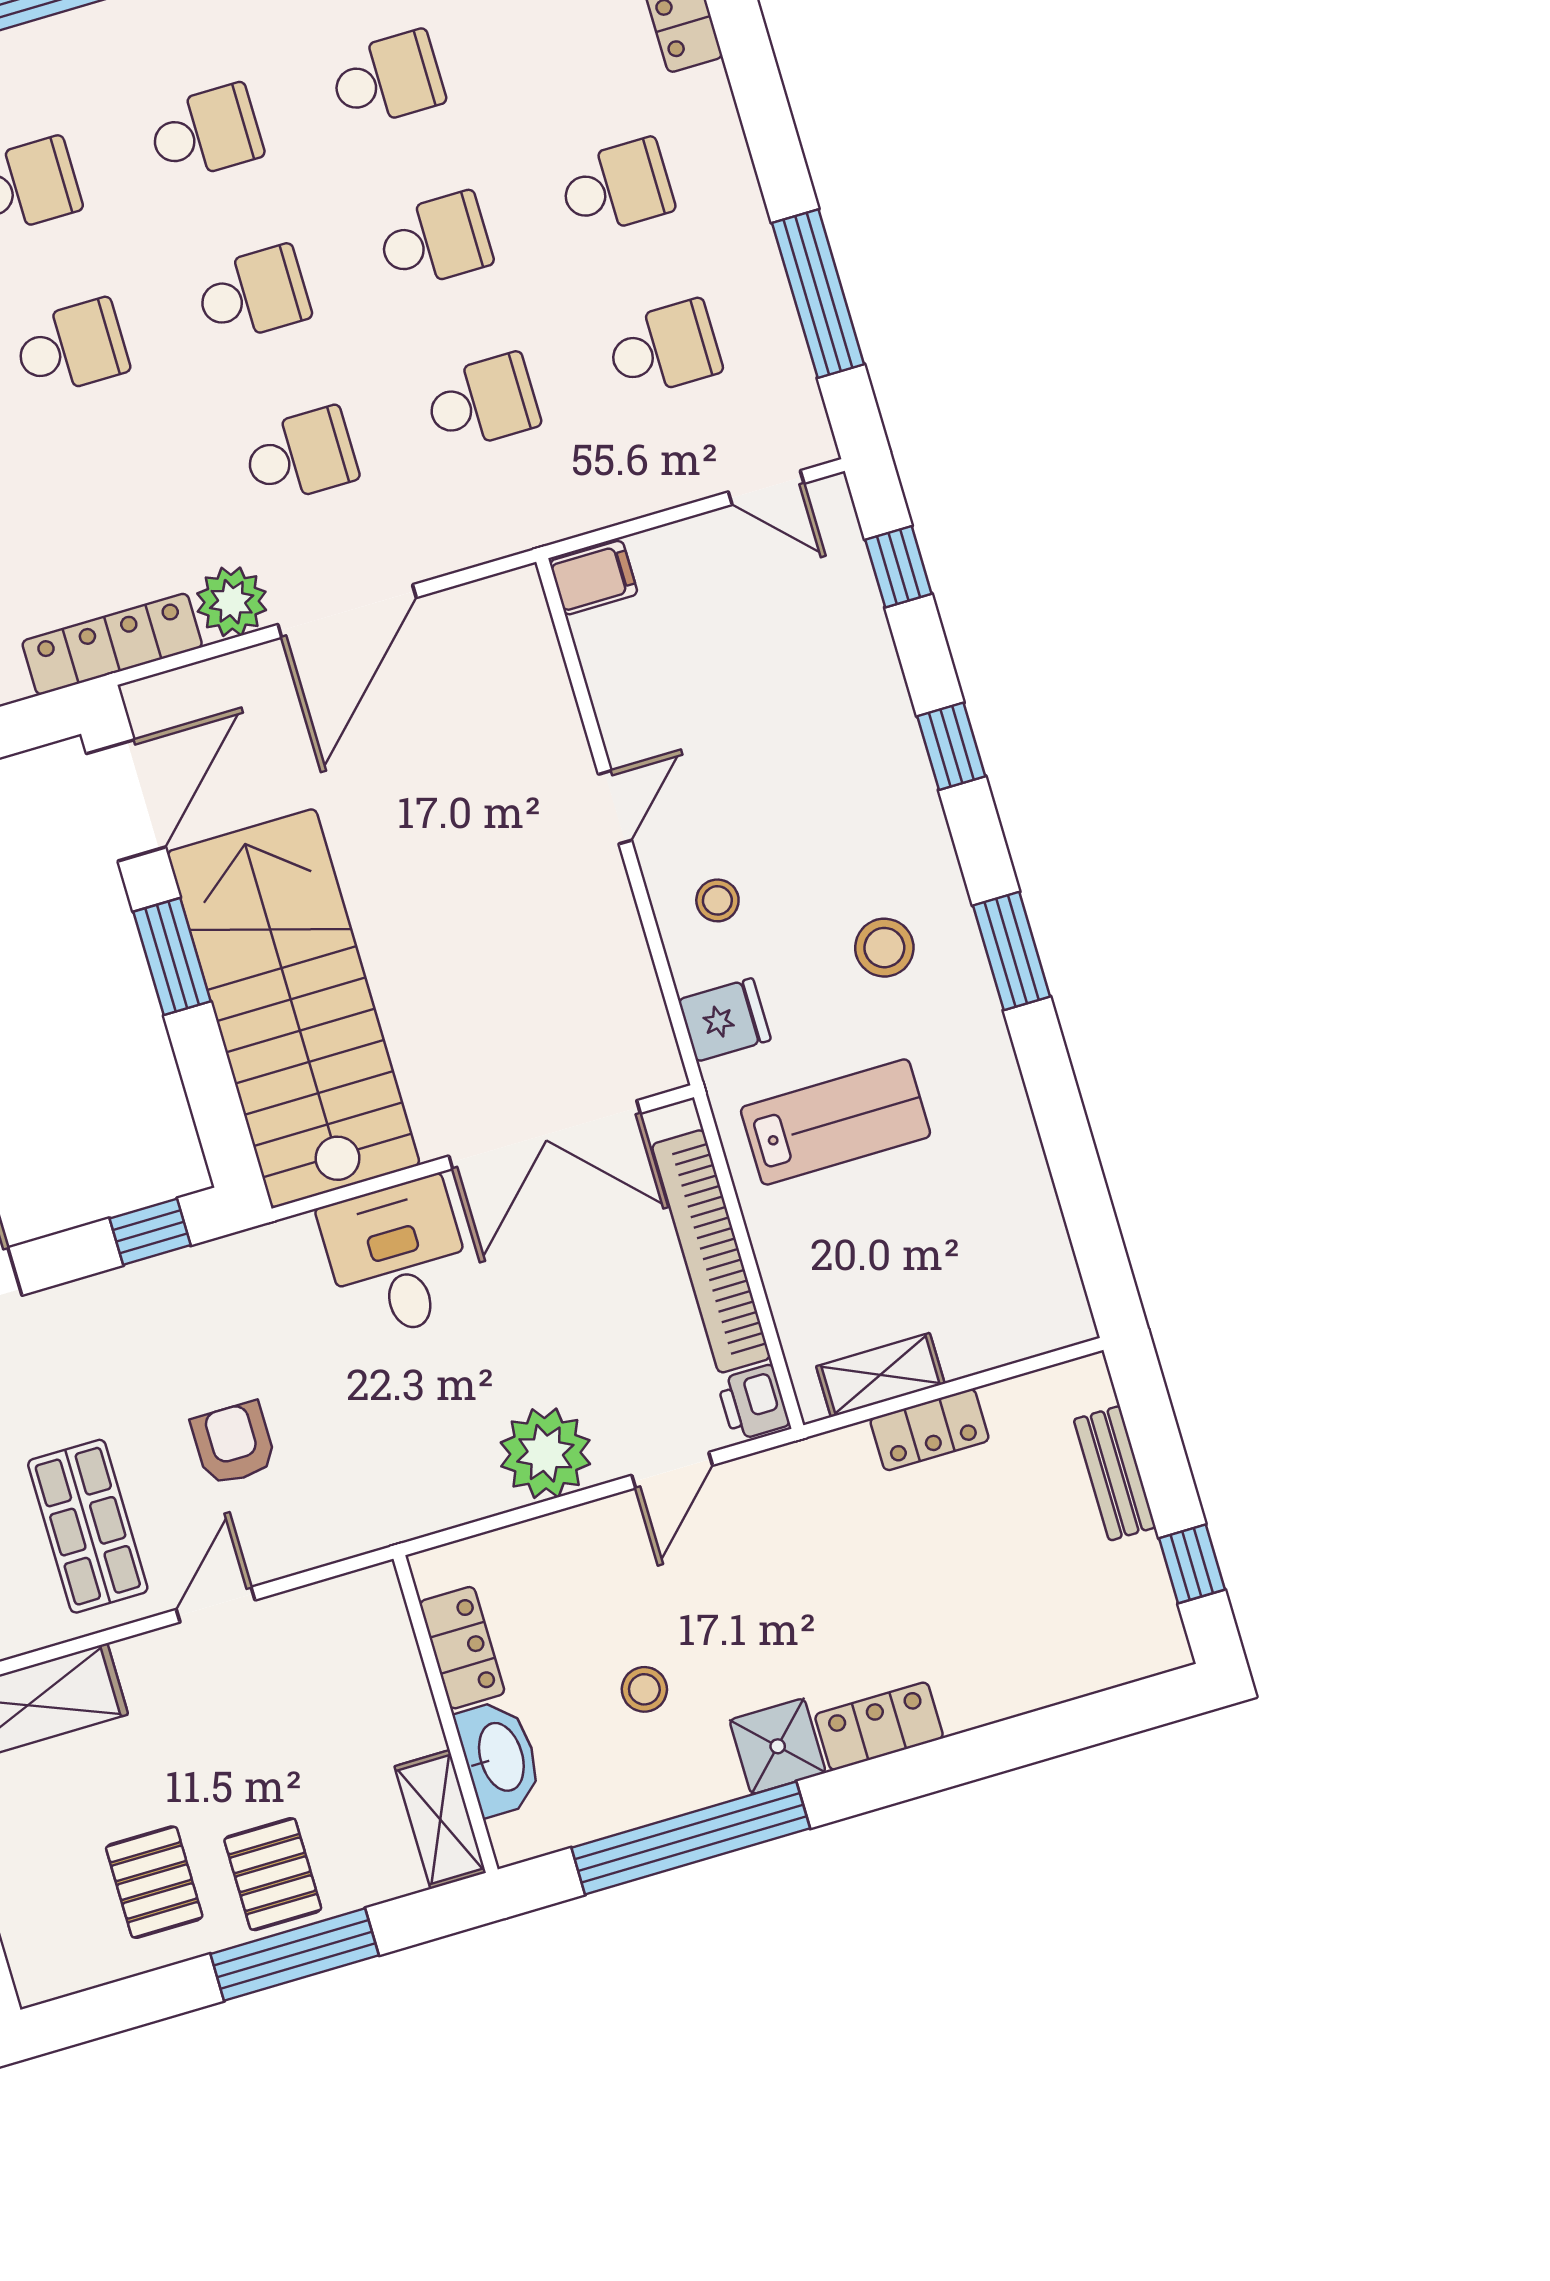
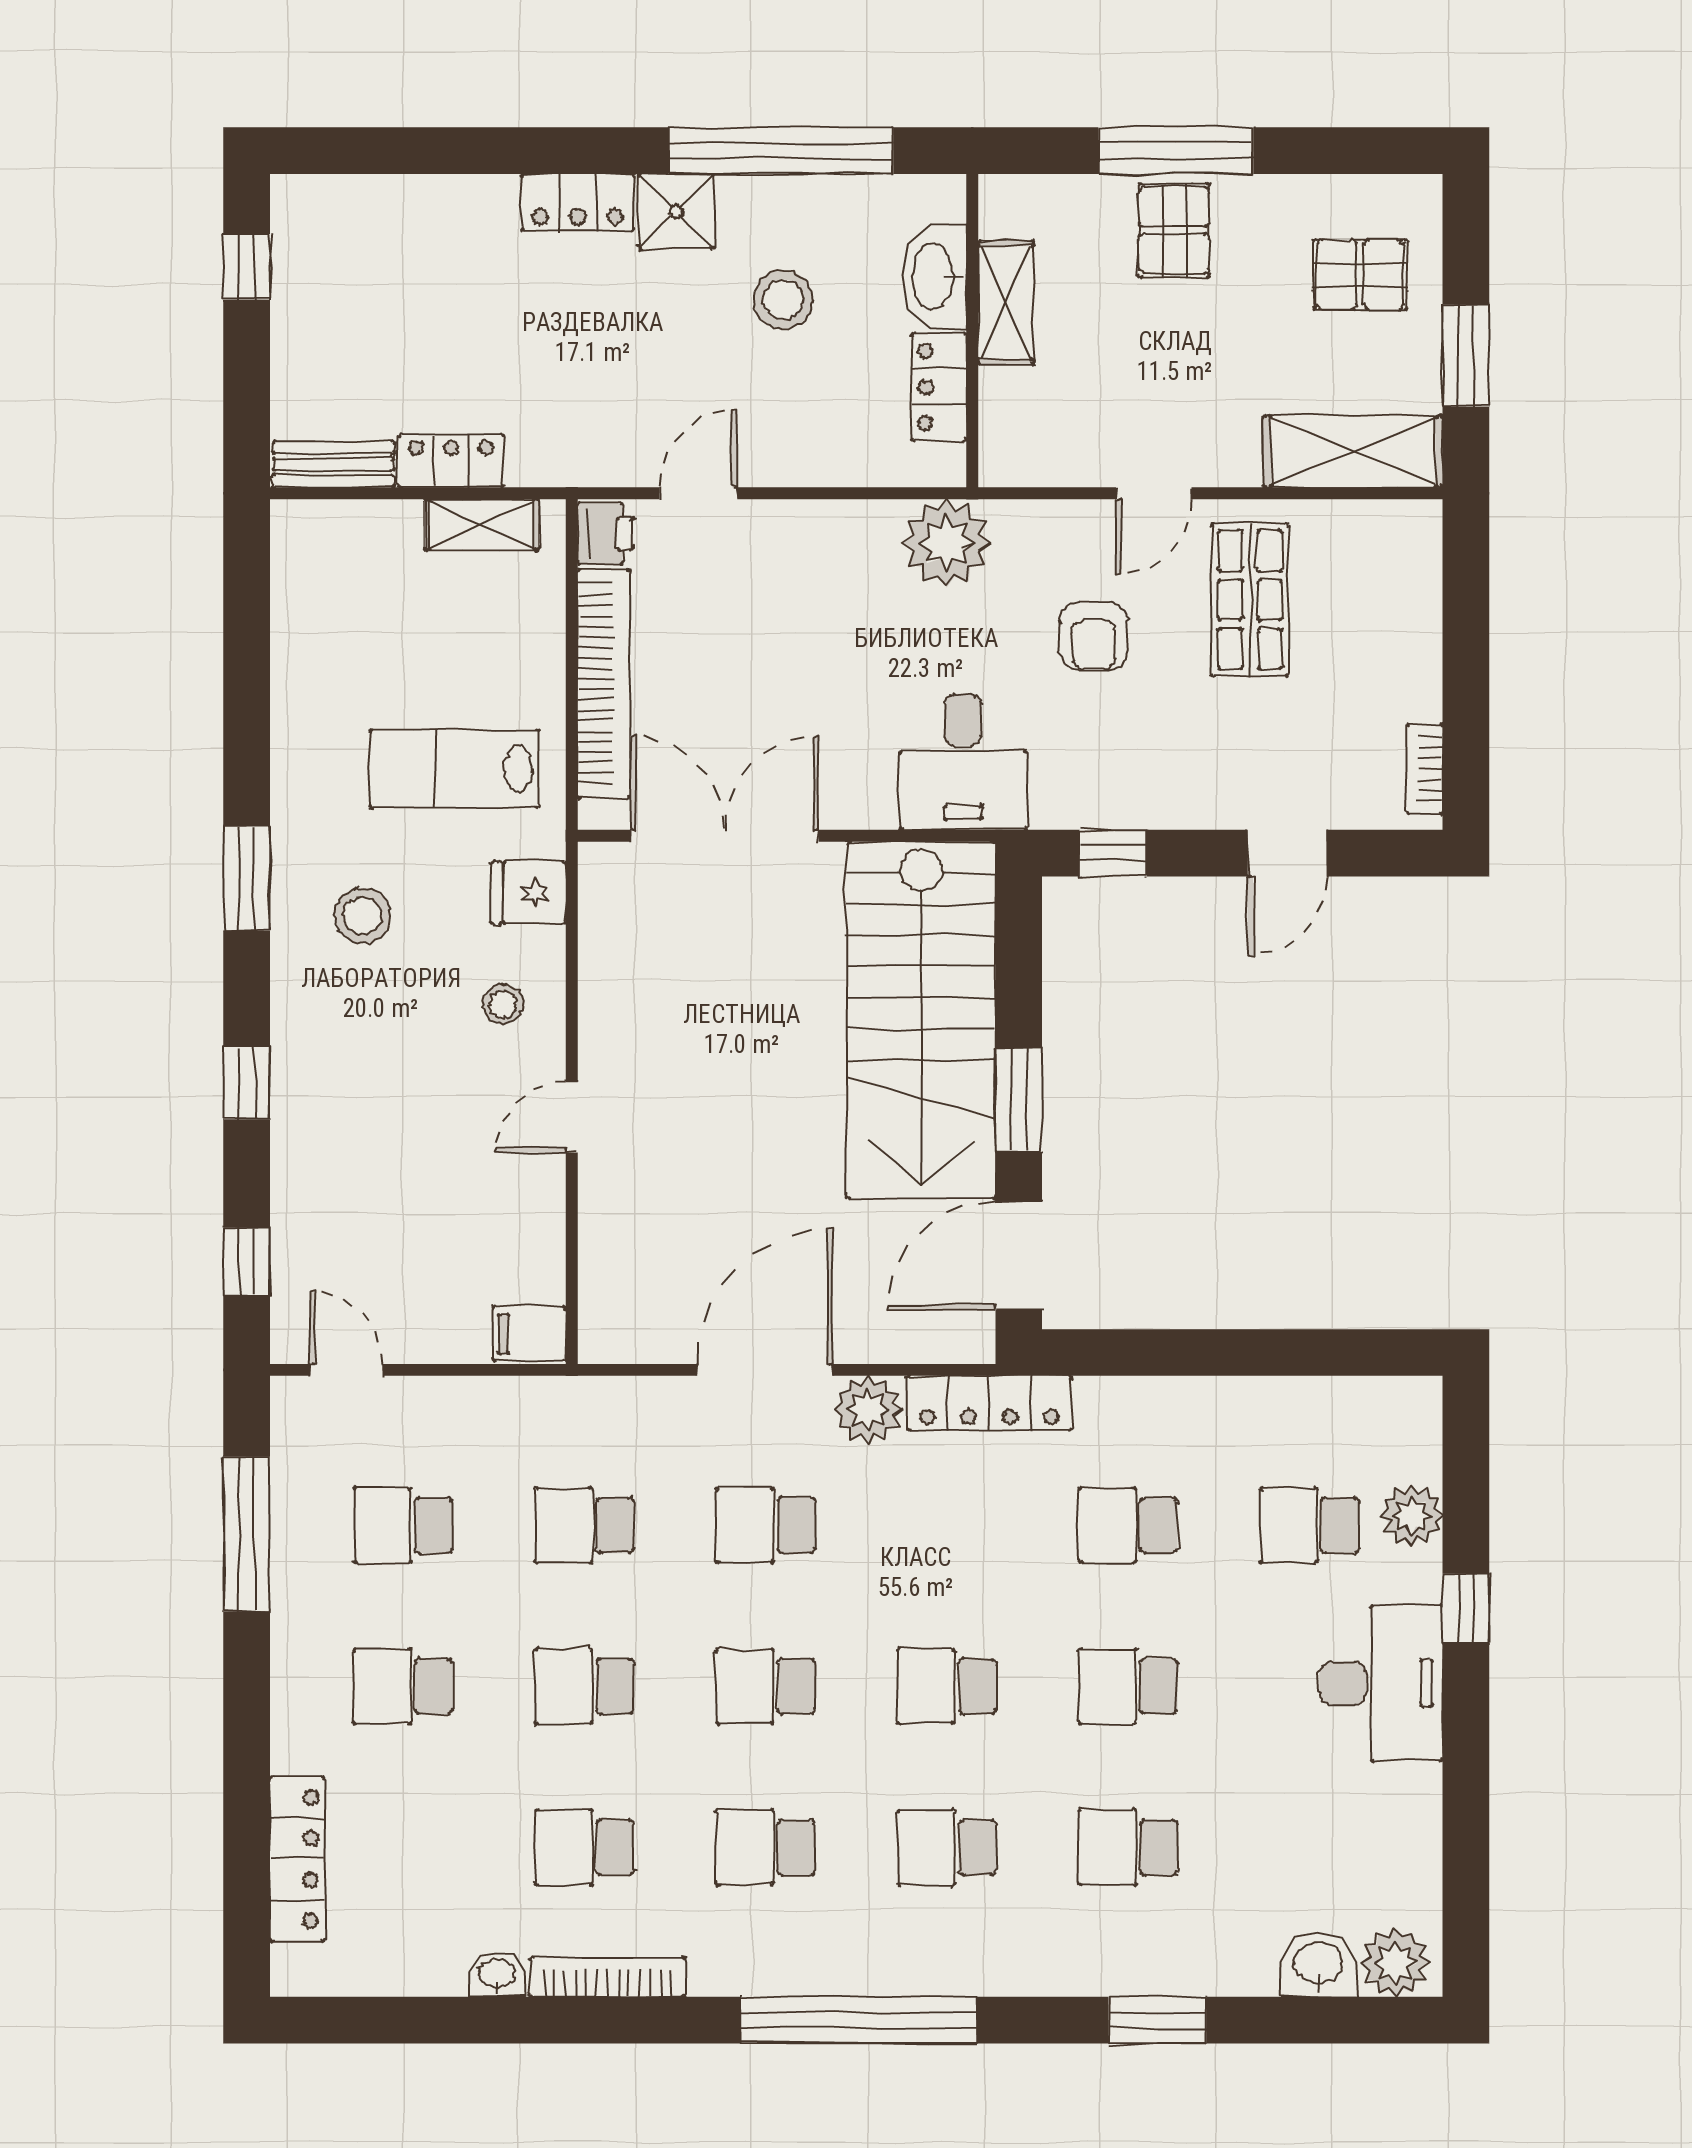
desk: (397, 1258) -> (963, 762), moved
plant: (545, 1453) -> (947, 543), moved
bench: (1115, 1473) -> (333, 464), moved, turned 90
stool: (644, 1689) -> (783, 300), width x1.37, depth x1.37
shelving: (440, 1820) -> (1006, 303), moved
pallet: (154, 1882) -> (1360, 275), moved, turned 90

